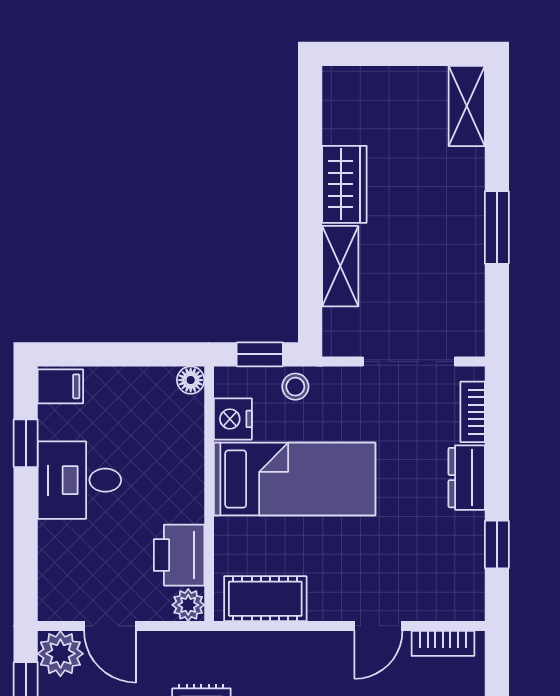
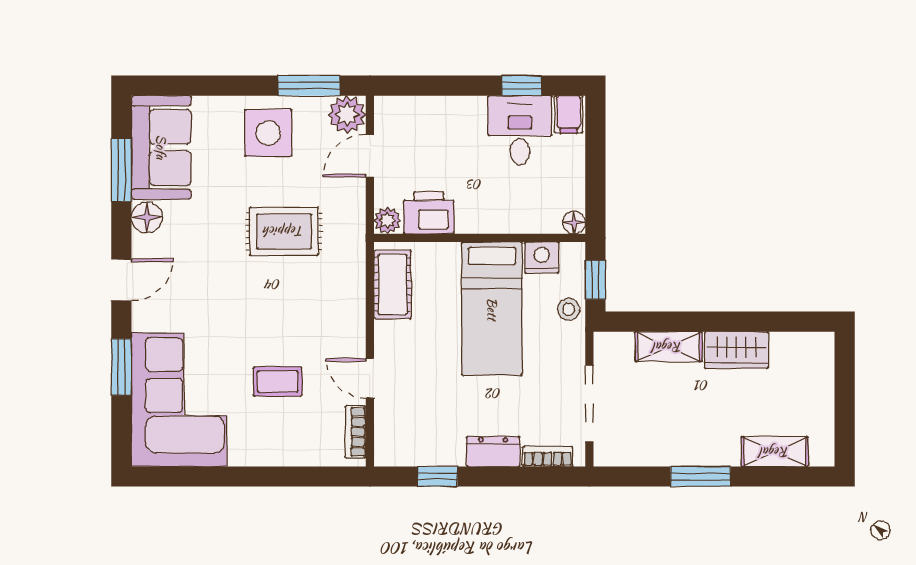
shelving: (467, 106) -> (775, 452), moved
desk: (79, 480) -> (520, 130), moved

